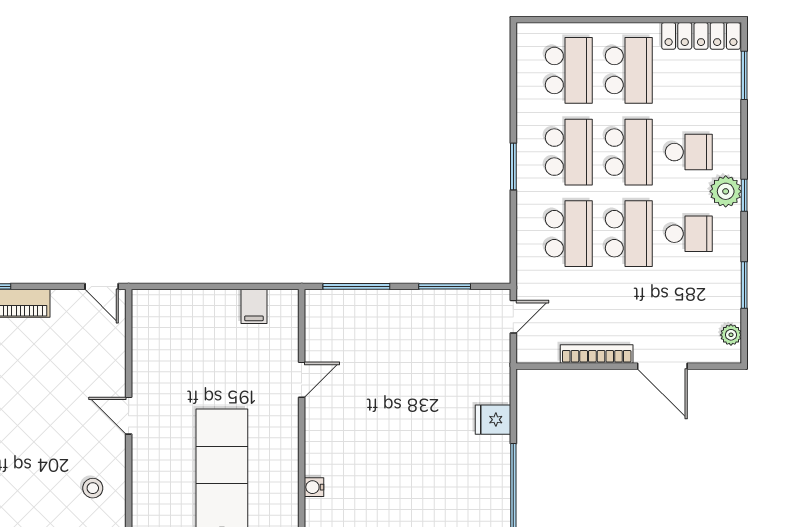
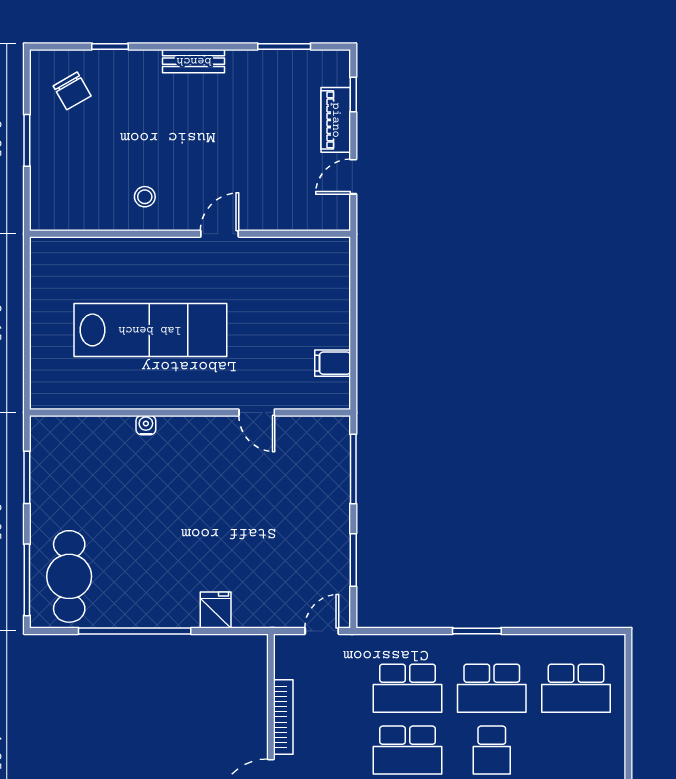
school desk: (629, 70) -> (576, 750), removed
school desk: (629, 152) -> (492, 750), width x0.54
door: (102, 286) -> (353, 177), moved
door: (513, 317) -> (322, 631), swing flipped

